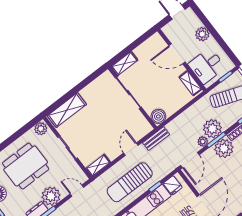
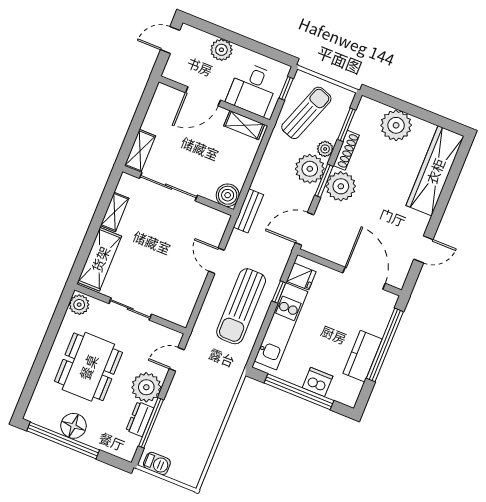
bench: (156, 139) -> (248, 211), moved
plant: (203, 142) -> (325, 149), moved
door: (190, 160) -> (305, 229), swing flipped
shelving: (98, 165) -> (115, 212), moved

